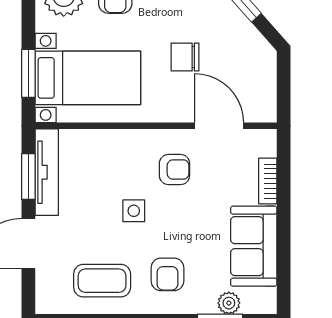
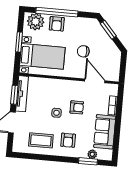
window: (28, 73) -> (19, 42), moved
armchair: (174, 170) -> (77, 107), moved

